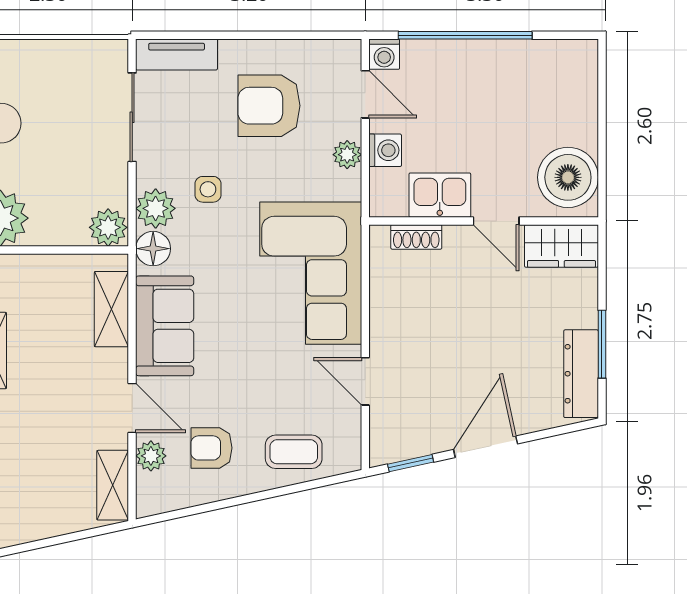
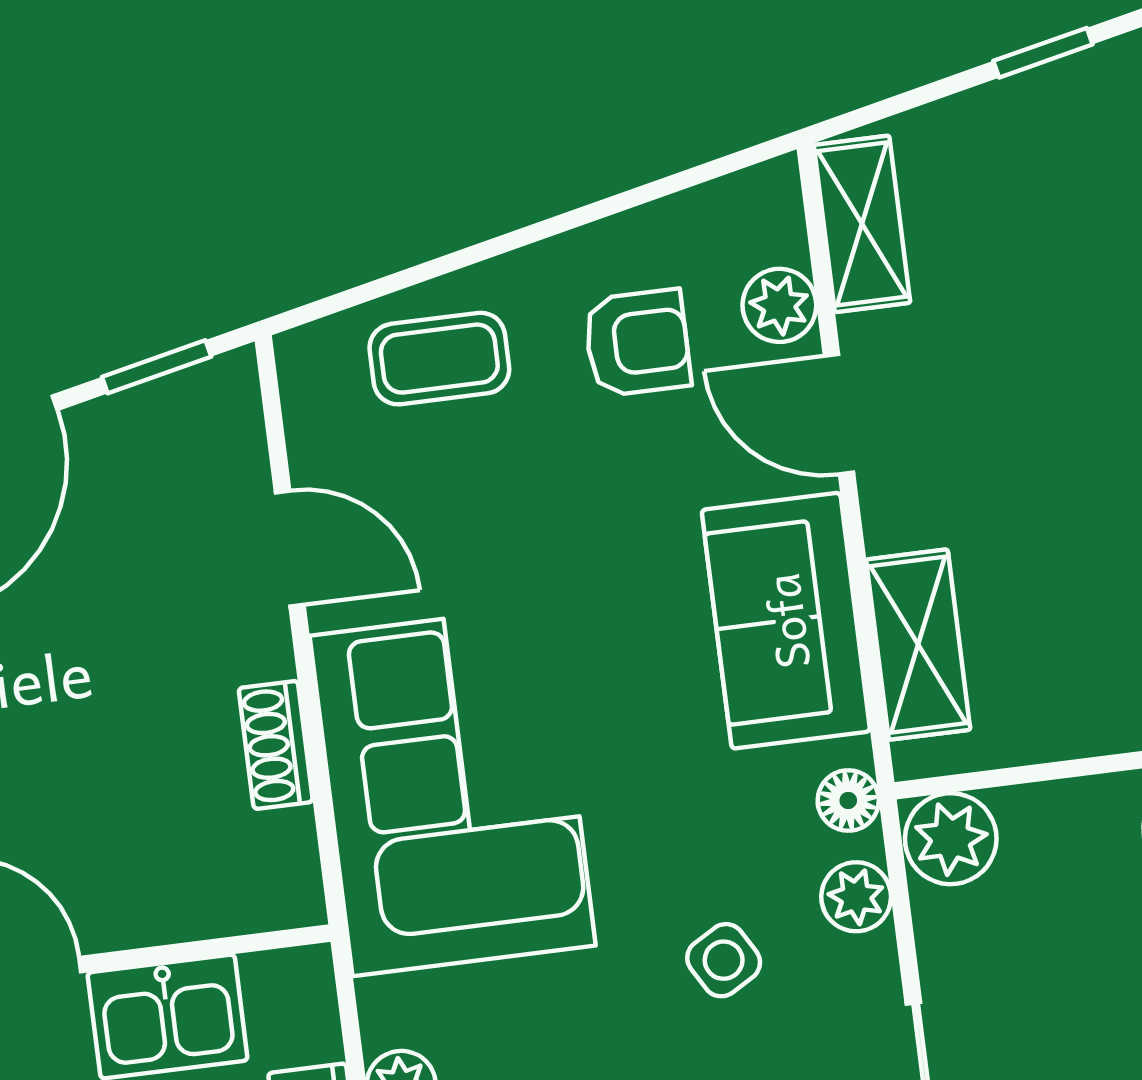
side table: (208, 189) -> (724, 960), turned -30
plant: (156, 208) -> (856, 897), width x0.73, depth x0.73
shoe rack: (416, 237) -> (276, 745), moved, turned -90
floor lamp: (153, 249) -> (848, 800), width x0.73, depth x0.73
window: (29, 546) -> (1043, 53), added

